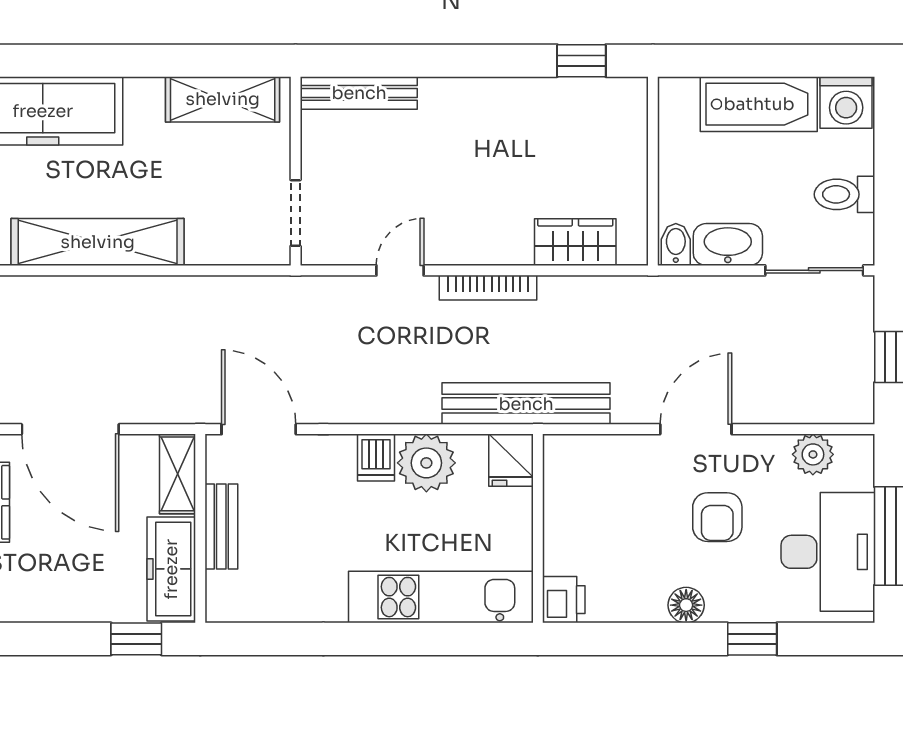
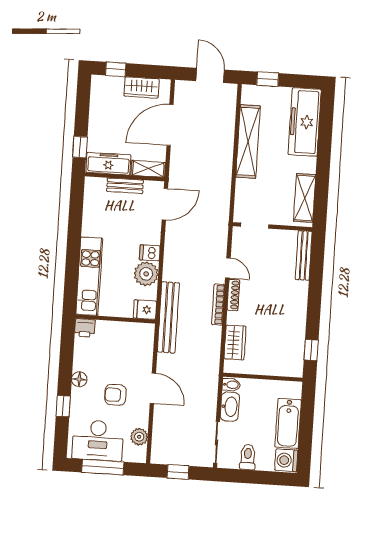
shoe rack: (463, 253) -> (233, 295), added

